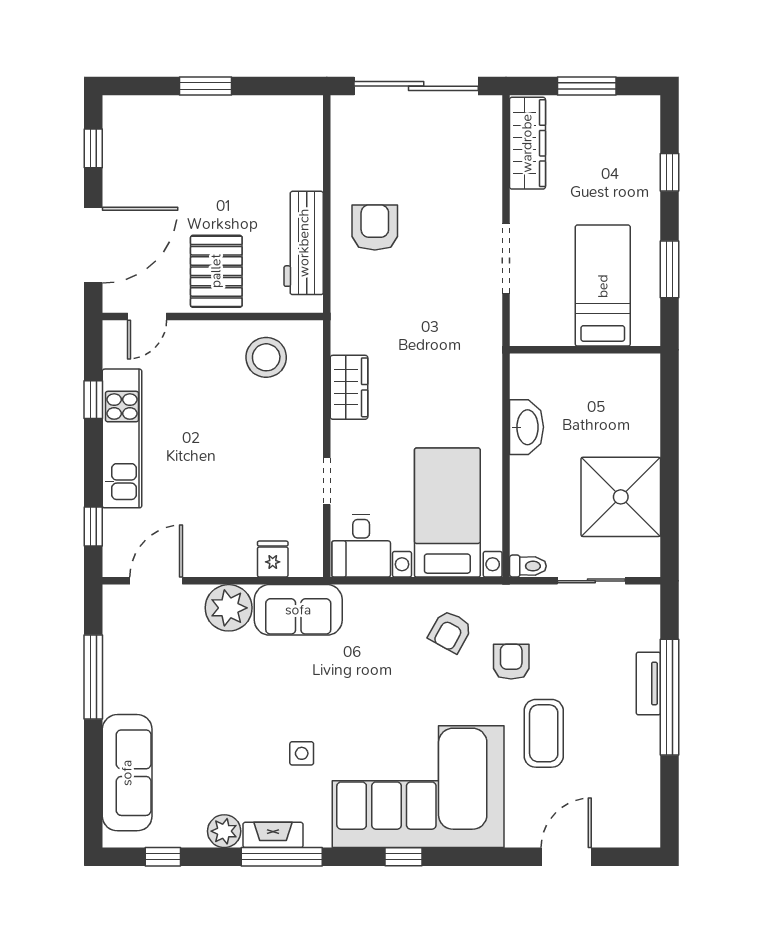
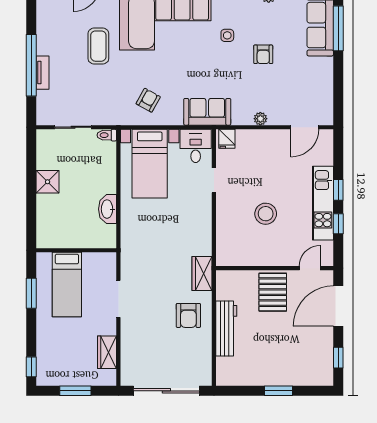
wardrobe: (527, 143) -> (107, 352), width x0.67
window: (670, 172) -> (31, 367), moved
workbench: (304, 243) -> (226, 329), moved
stool: (266, 357) -> (266, 214), moved
wardrobe: (349, 387) -> (202, 273), moved
shower: (621, 497) -> (48, 182), width x0.54, depth x0.54
window: (93, 526) -> (338, 190), moved
fridge: (273, 559) -> (227, 139), moved
plant: (229, 608) -> (260, 119), width x0.53, depth x0.53
sofa: (298, 610) -> (207, 112), moved
armchair: (511, 662) -> (263, 54), moved
window: (93, 677) -> (338, 28), moved

